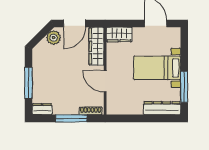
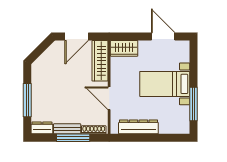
plant: (54, 38) -> (54, 52), removed
dresser: (162, 108) -> (138, 127), moved
bench: (66, 110) -> (67, 129), added

